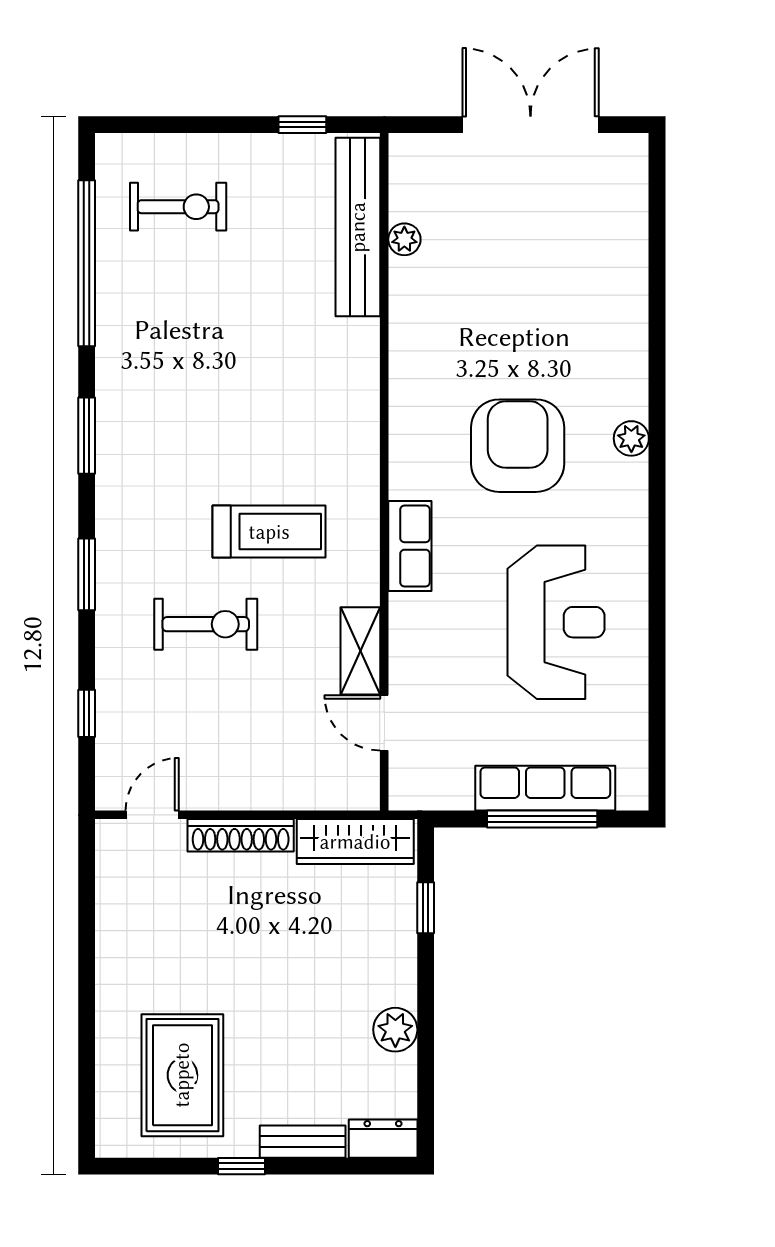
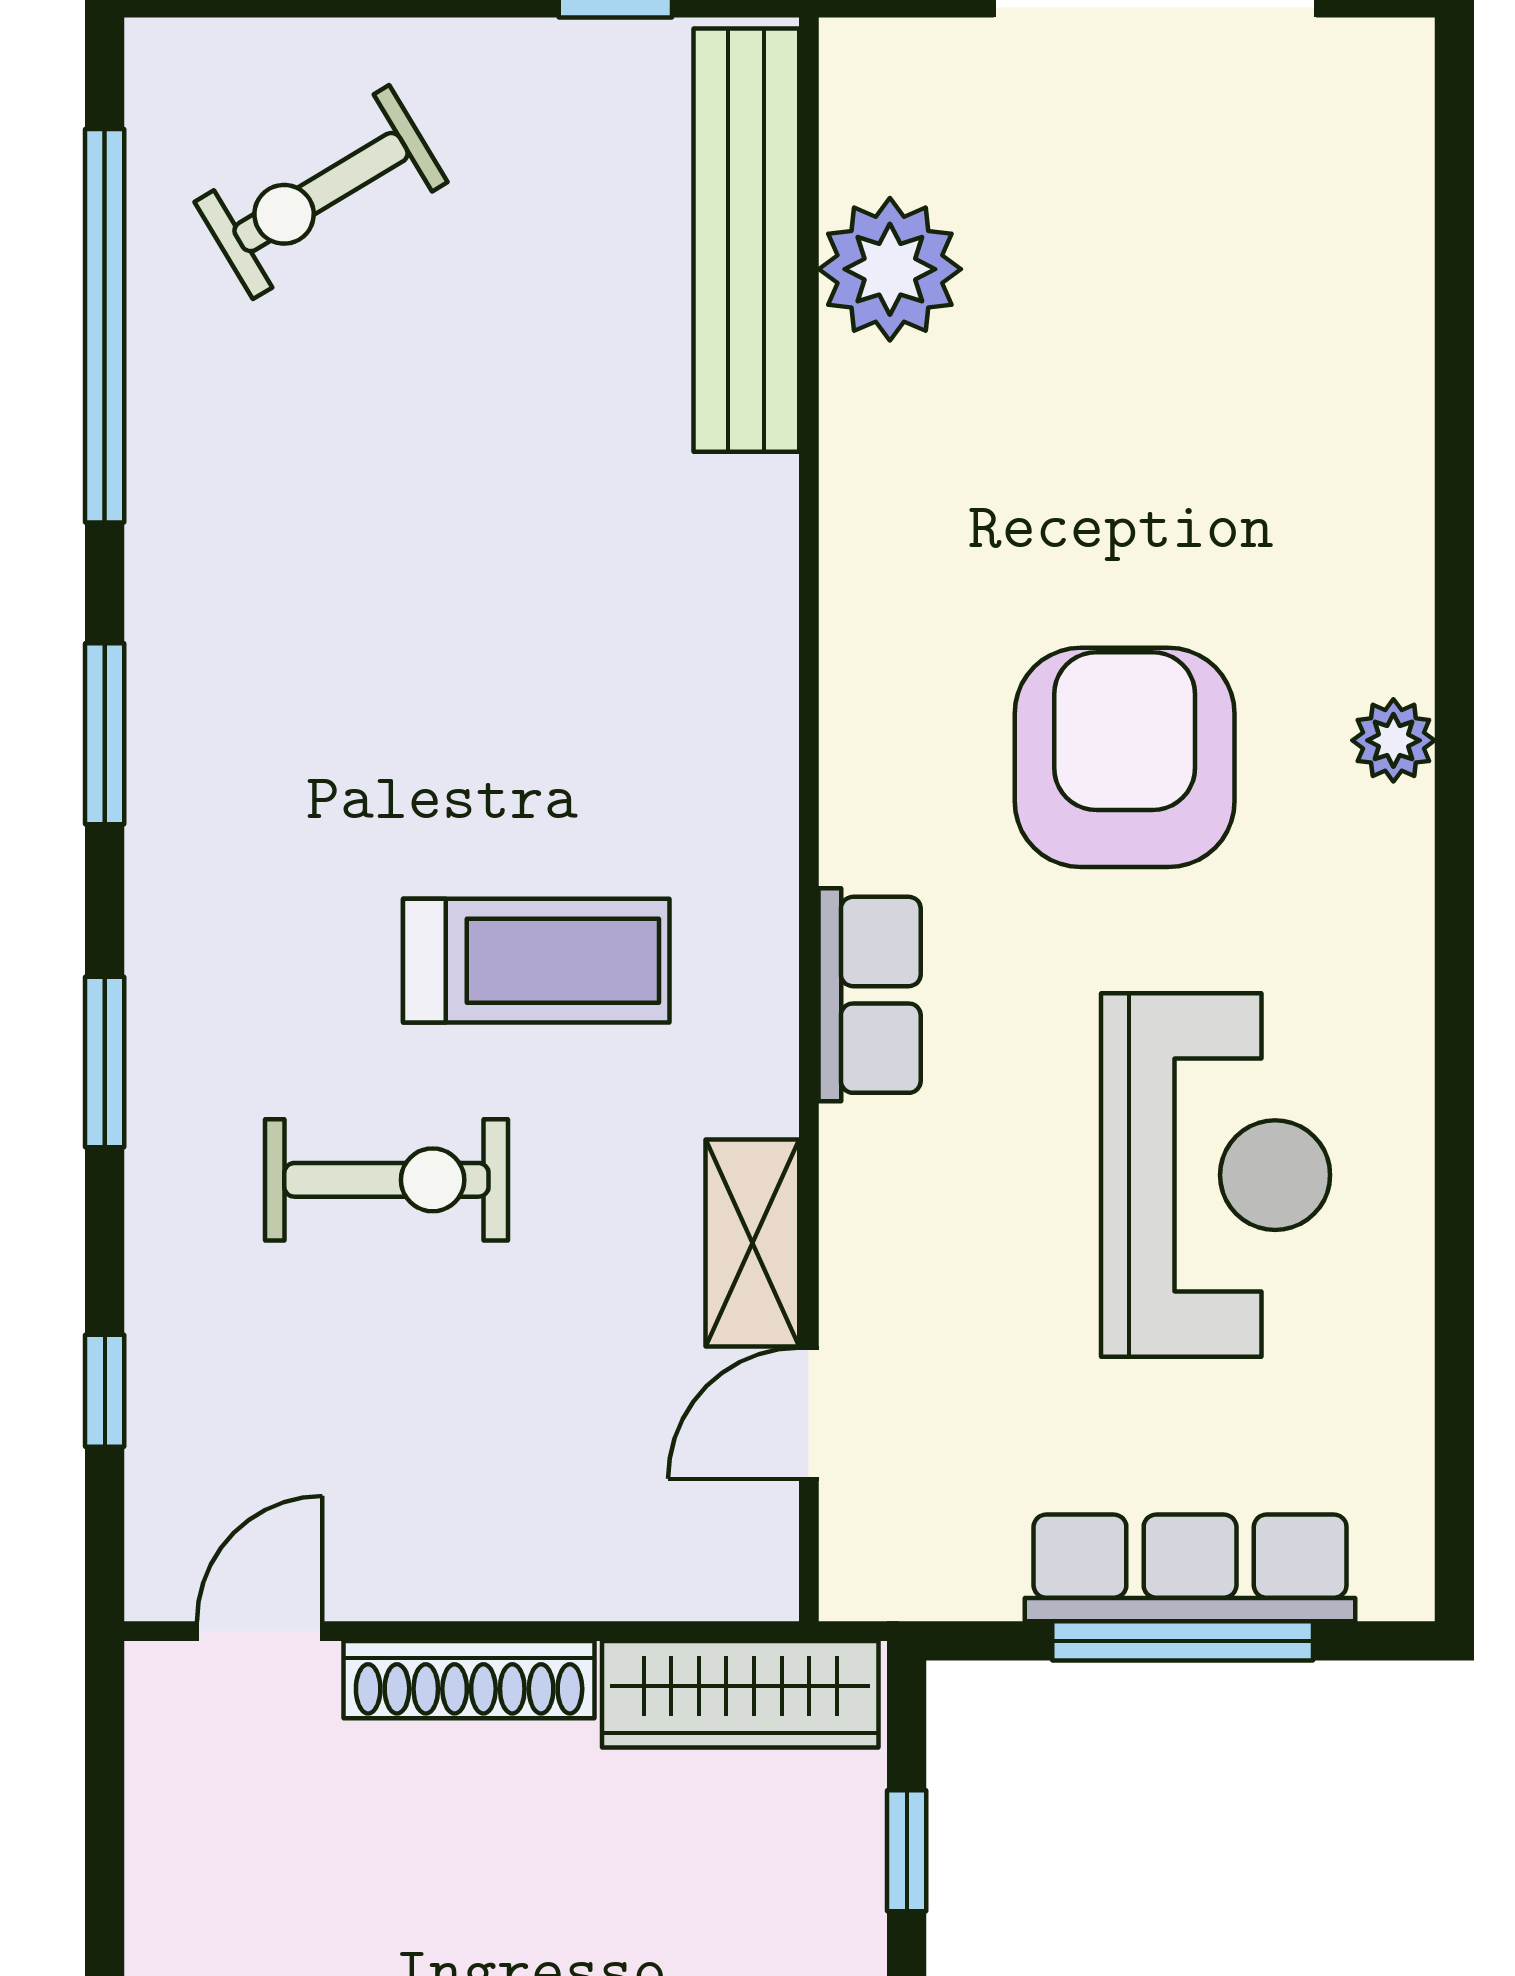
exercise bike: (178, 207) -> (321, 192), turned 149
plant: (404, 239) -> (890, 269), width x1.88, depth x1.88
door: (384, 723) -> (809, 1413), hinge flipped

